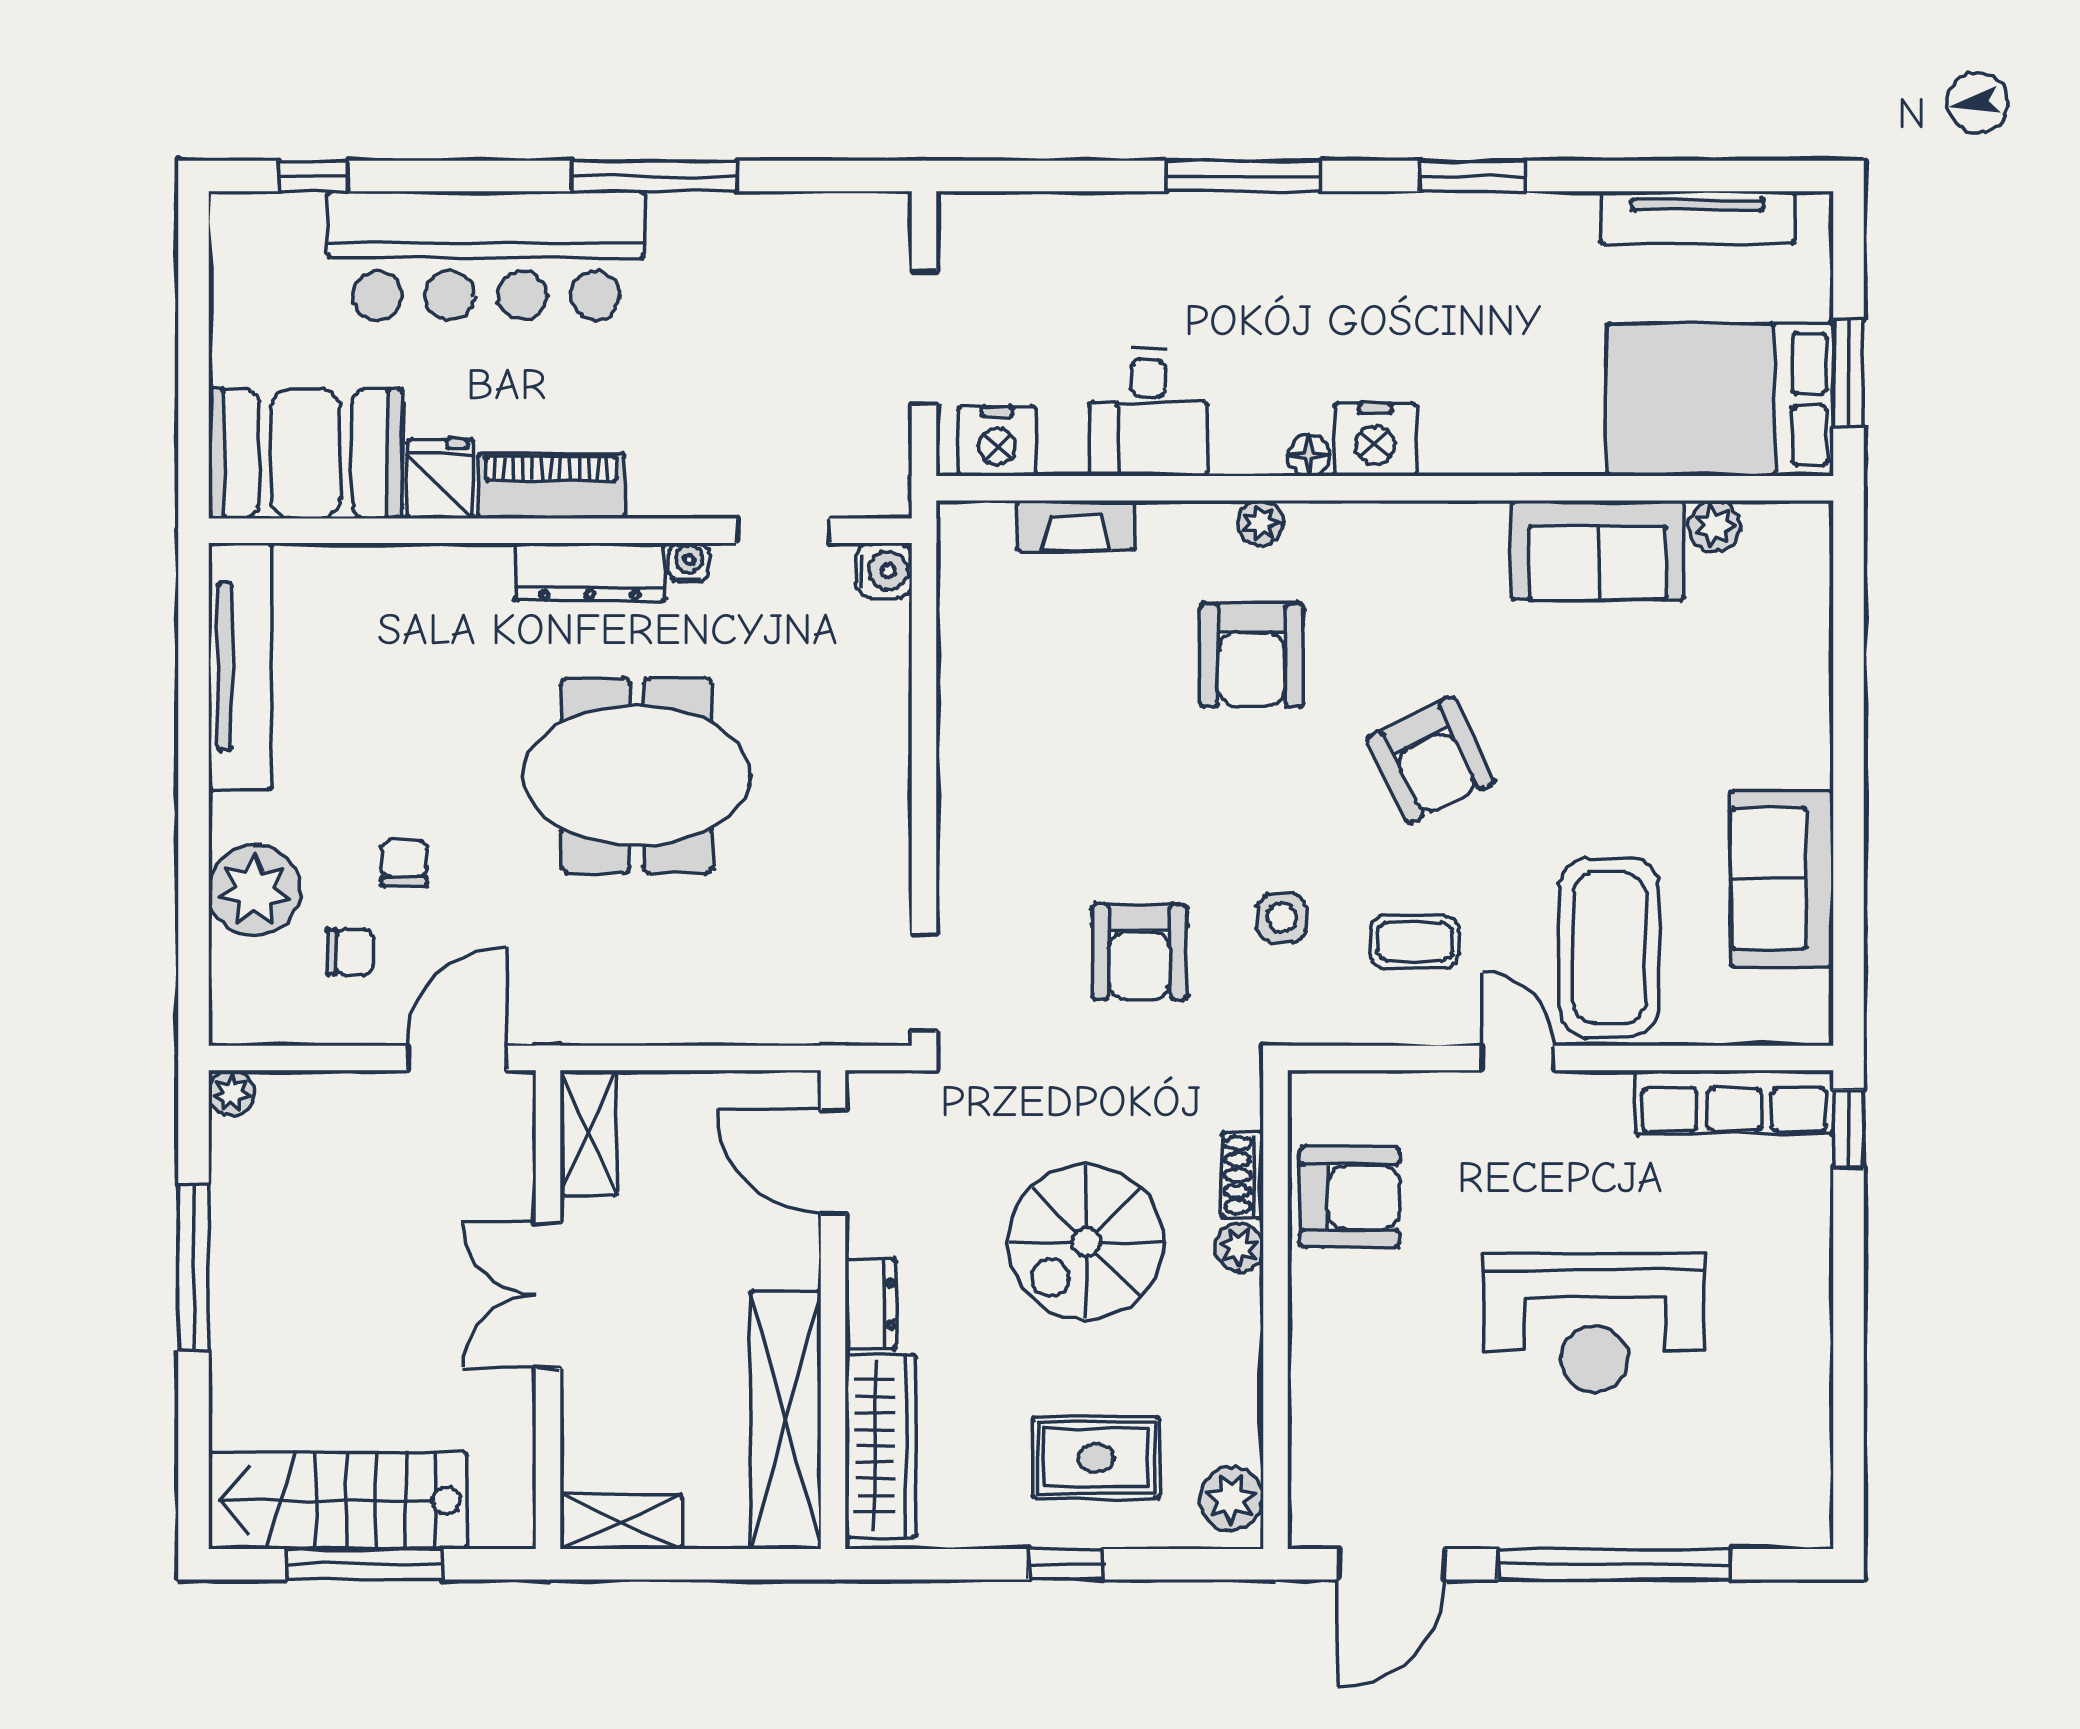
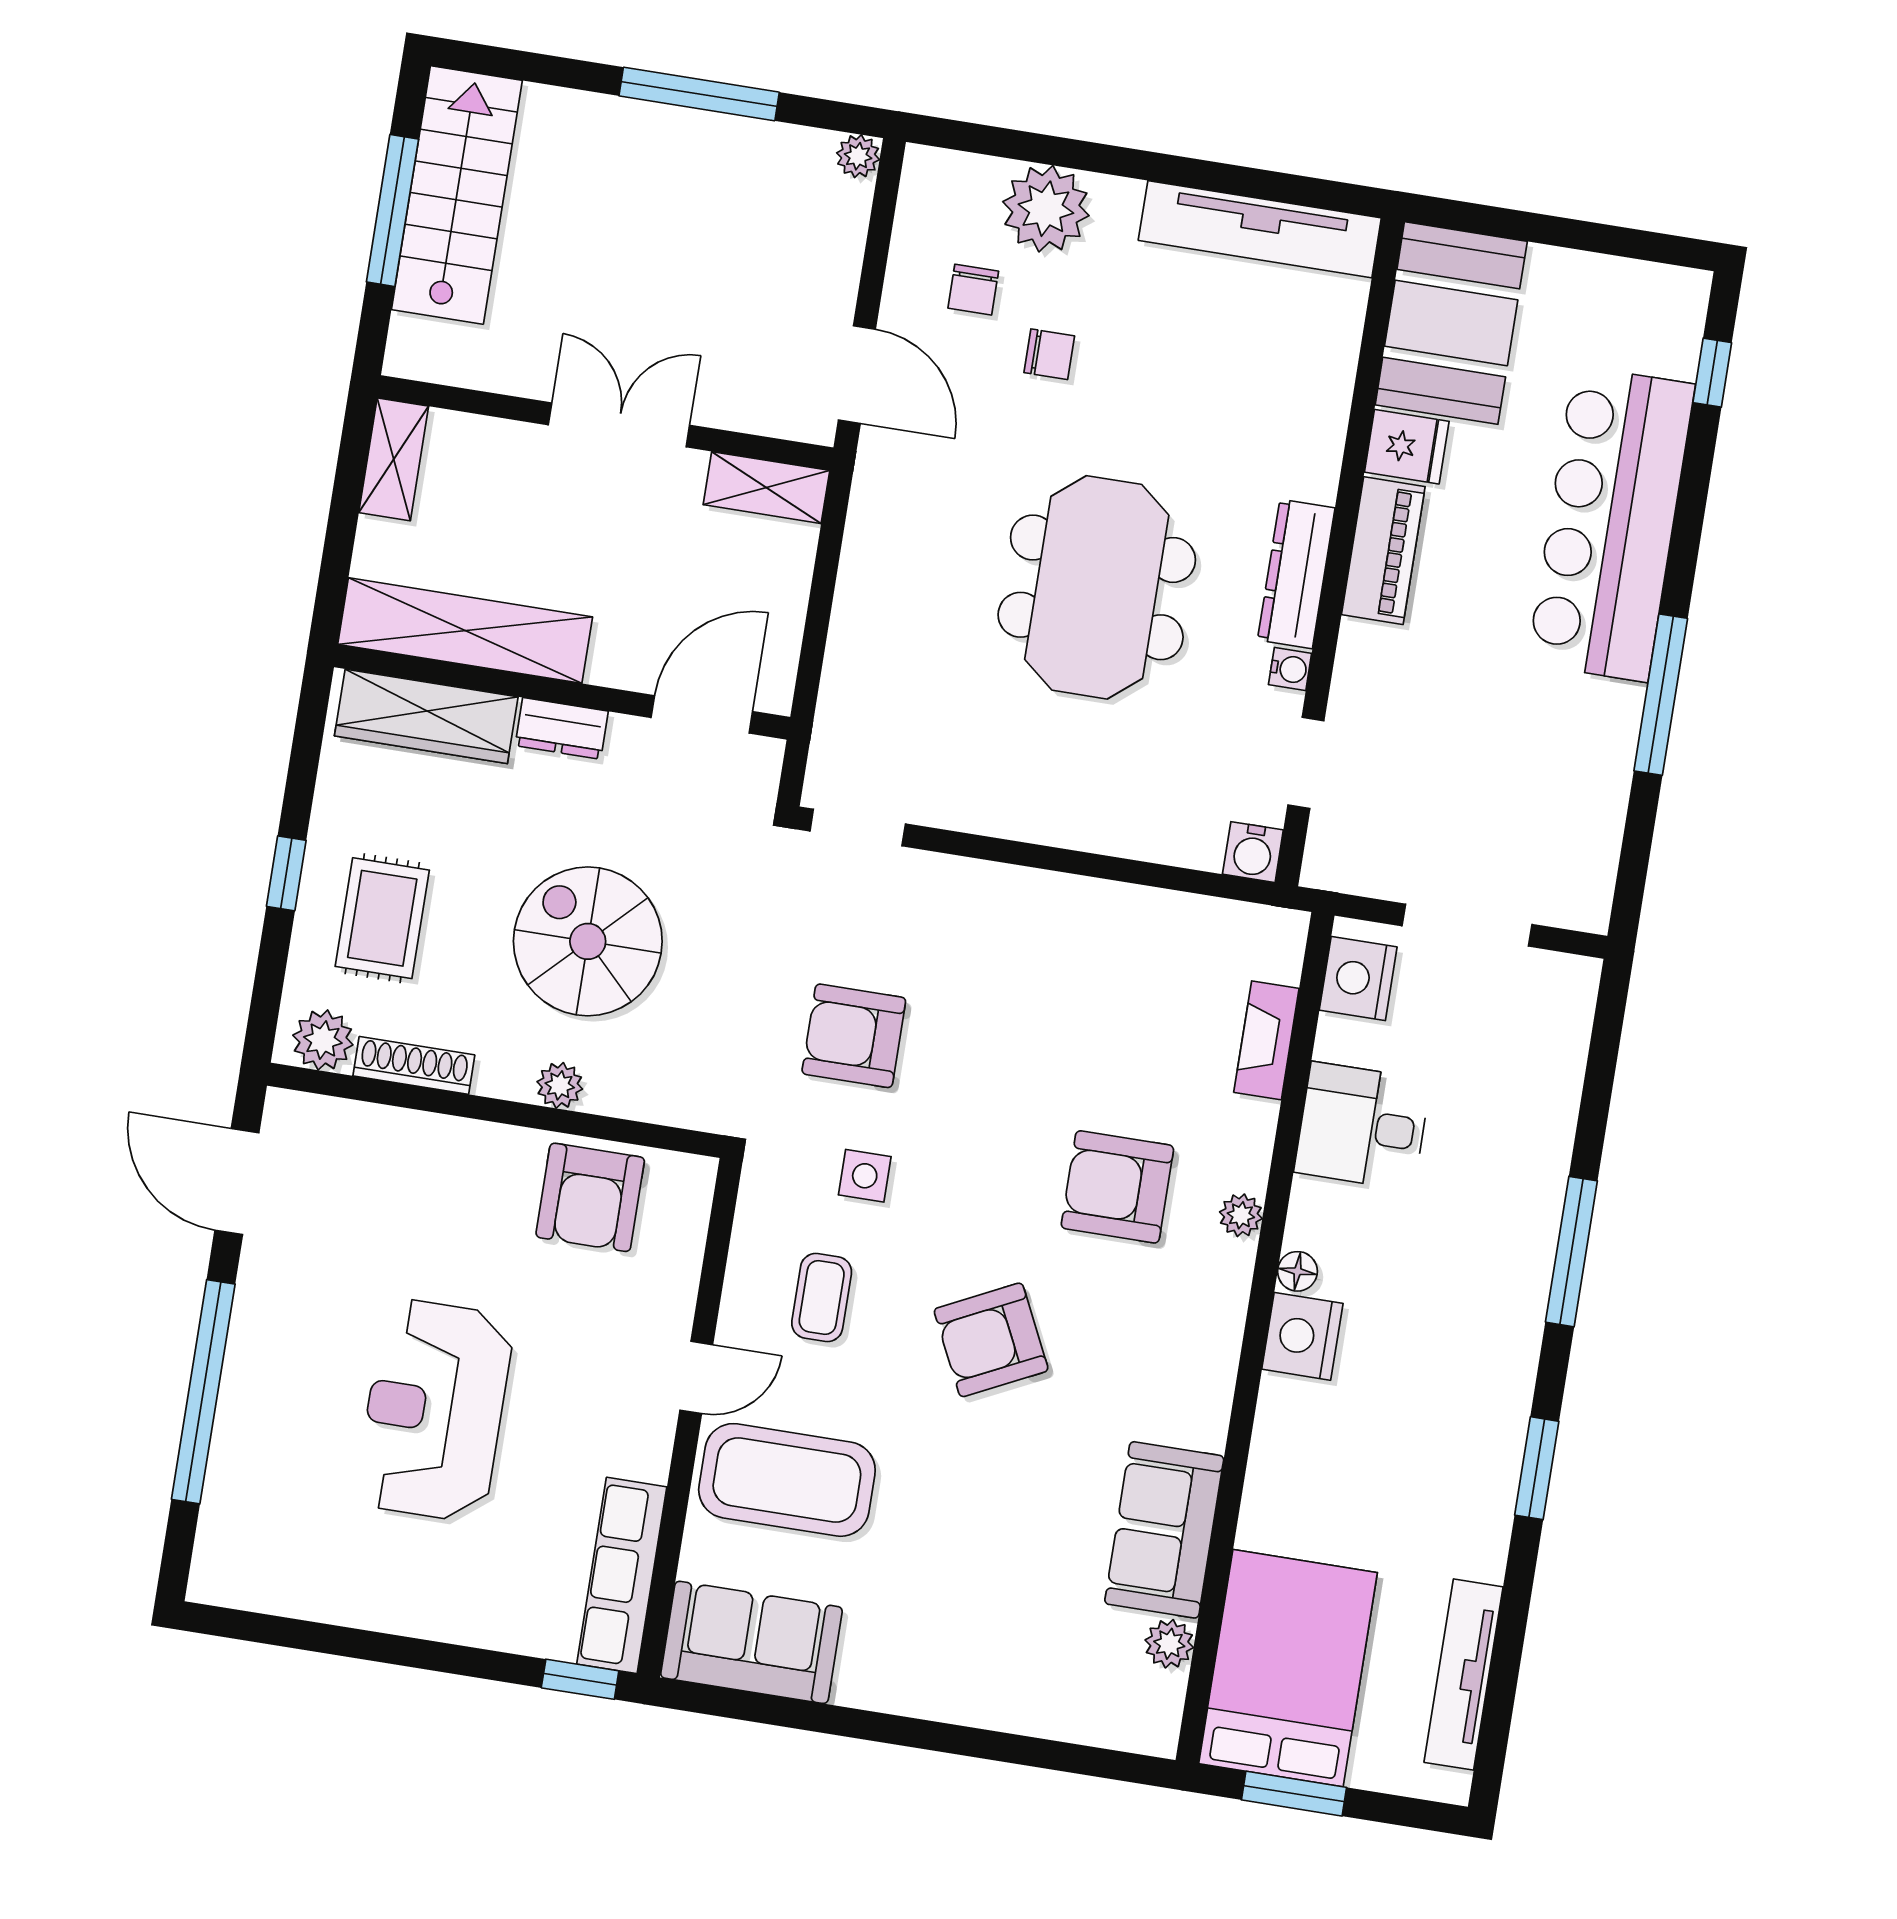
sofa: (1782, 879) -> (751, 1642), moved
shoe rack: (1243, 1175) -> (414, 1065), moved, width x1.43

